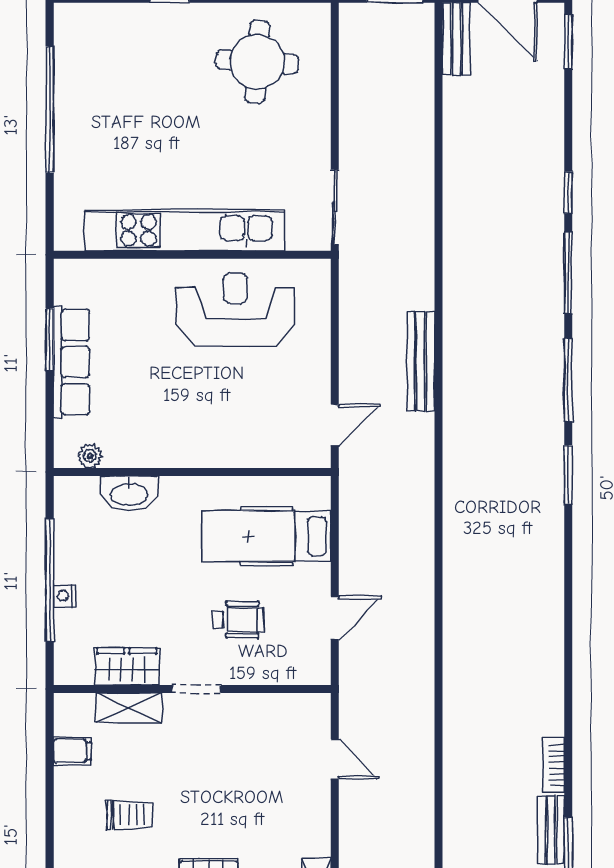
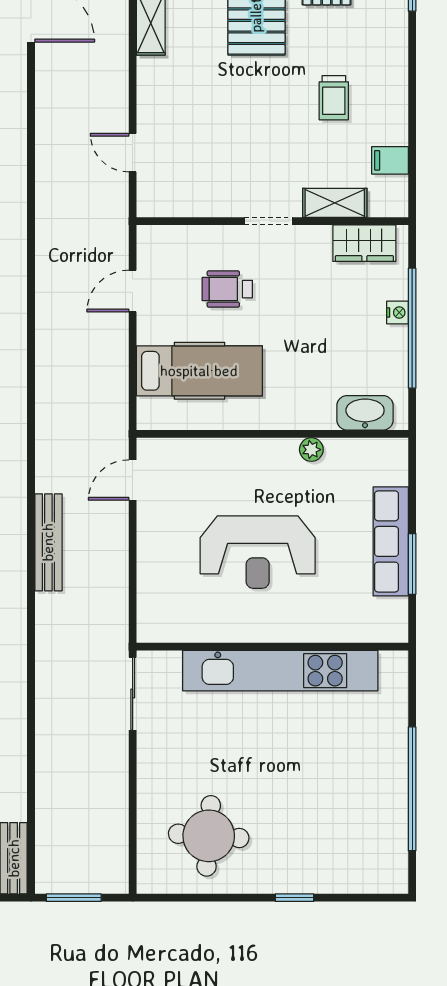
reception desk: (235, 310) -> (258, 552), moved
plant: (90, 456) -> (311, 450), moved
washbasin: (129, 493) -> (365, 413), moved
wardrobe: (127, 667) -> (364, 243), moved
trolley: (130, 815) -> (334, 98), turned -90

